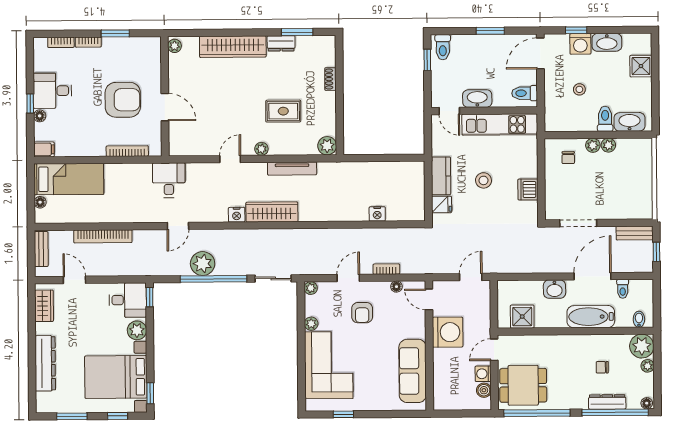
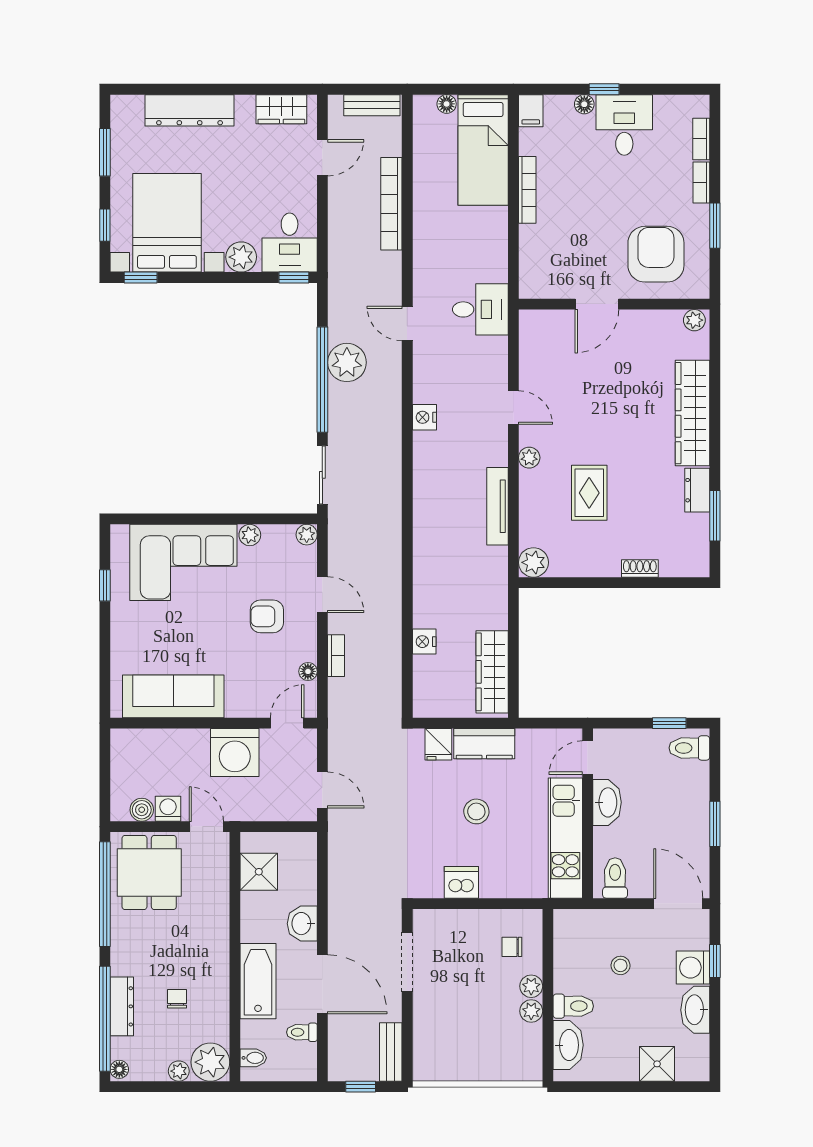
armchair: (123, 100) -> (656, 254), moved, turned 180
bookcase: (127, 151) -> (527, 190), moved
wardrobe: (272, 212) -> (492, 672), moved, turned 180

